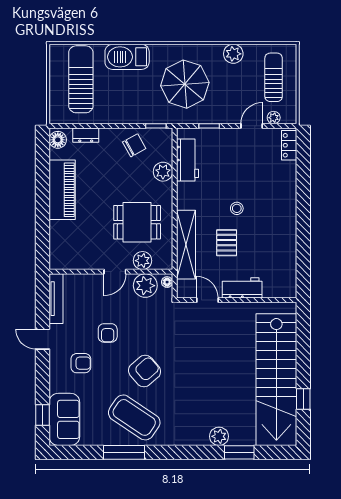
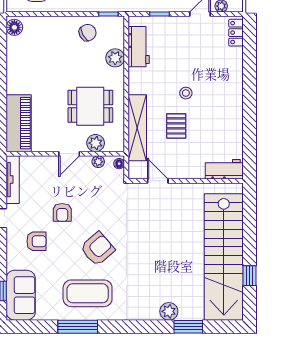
dresser: (86, 135) -> (41, 23), removed
piano: (62, 190) -> (19, 123), moved
plant: (145, 286) -> (98, 162), width x0.53, depth x0.53
workbench: (242, 288) -> (224, 169), moved
coffee table: (134, 417) -> (88, 293), turned -34

